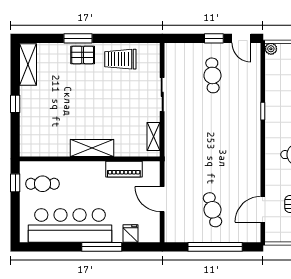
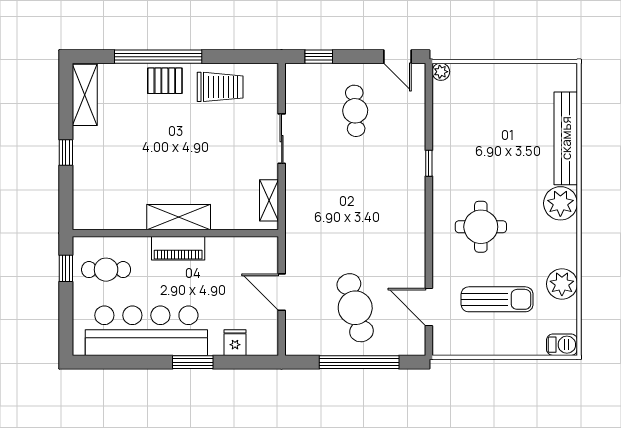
window: (78, 38) -> (158, 57), width x2.11
window: (214, 38) -> (319, 57), moved
trolley: (120, 59) -> (220, 87), turned 180
piano: (124, 169) -> (178, 248), moved
door: (263, 209) -> (429, 307), hinge flipped
cafe table: (212, 210) -> (355, 308), width x1.37, depth x1.35
window: (102, 247) -> (193, 362), width x0.69

